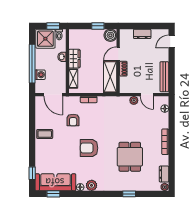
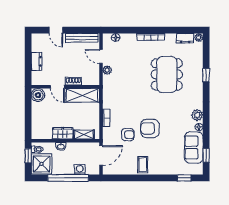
window: (98, 26) -> (28, 108), removed
door: (172, 42) -> (56, 30), moved
door: (147, 95) -> (101, 56), swing flipped
armchair: (89, 148) -> (150, 128), moved, turned 90
dining table: (130, 157) -> (167, 74), width x1.38
sofa: (55, 182) -> (194, 148), width x0.73

